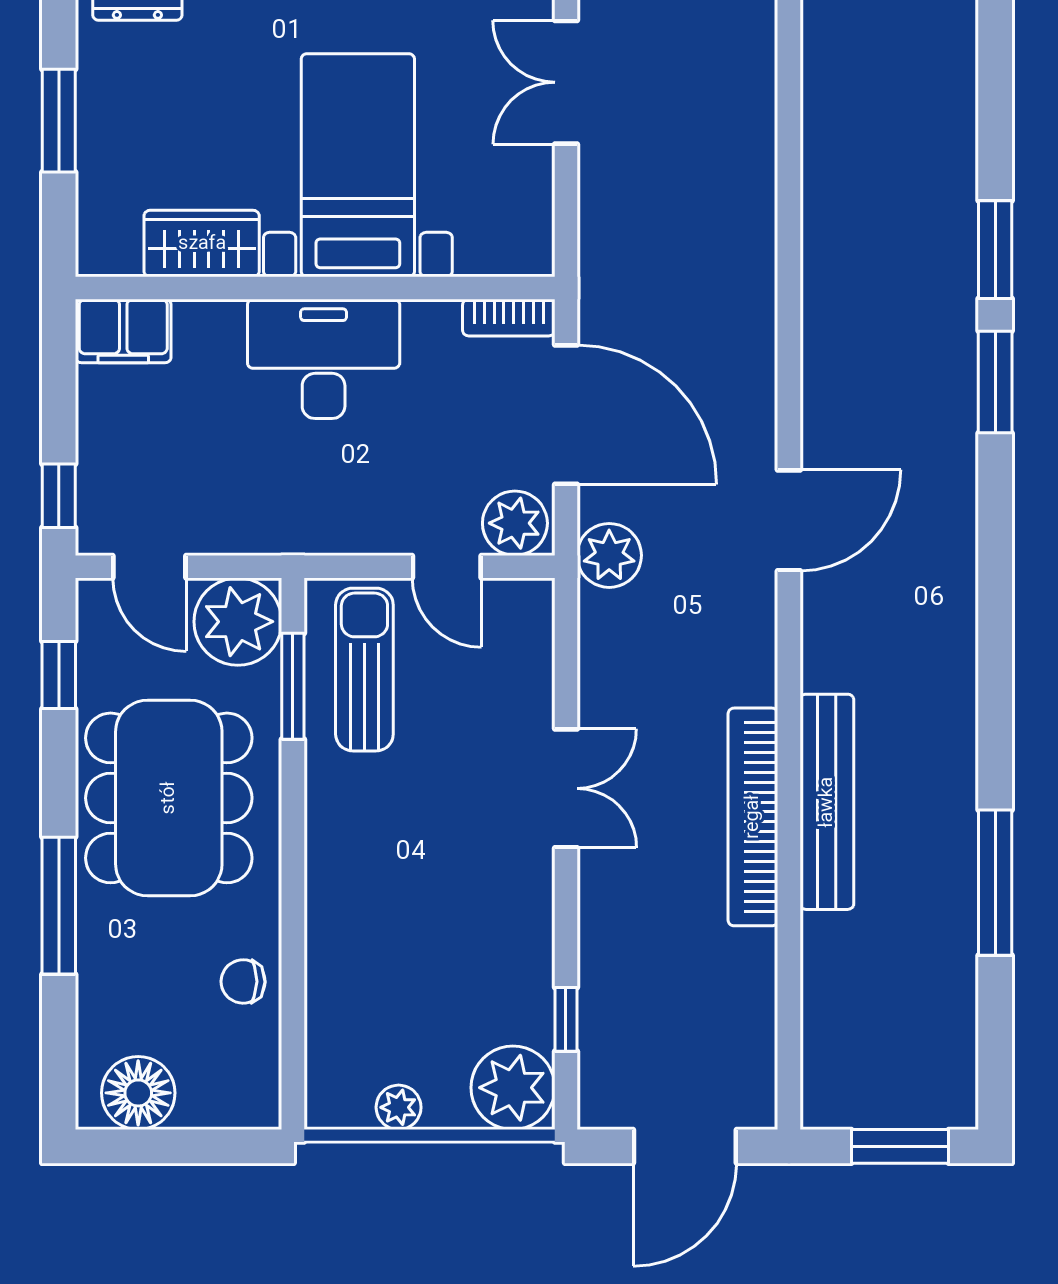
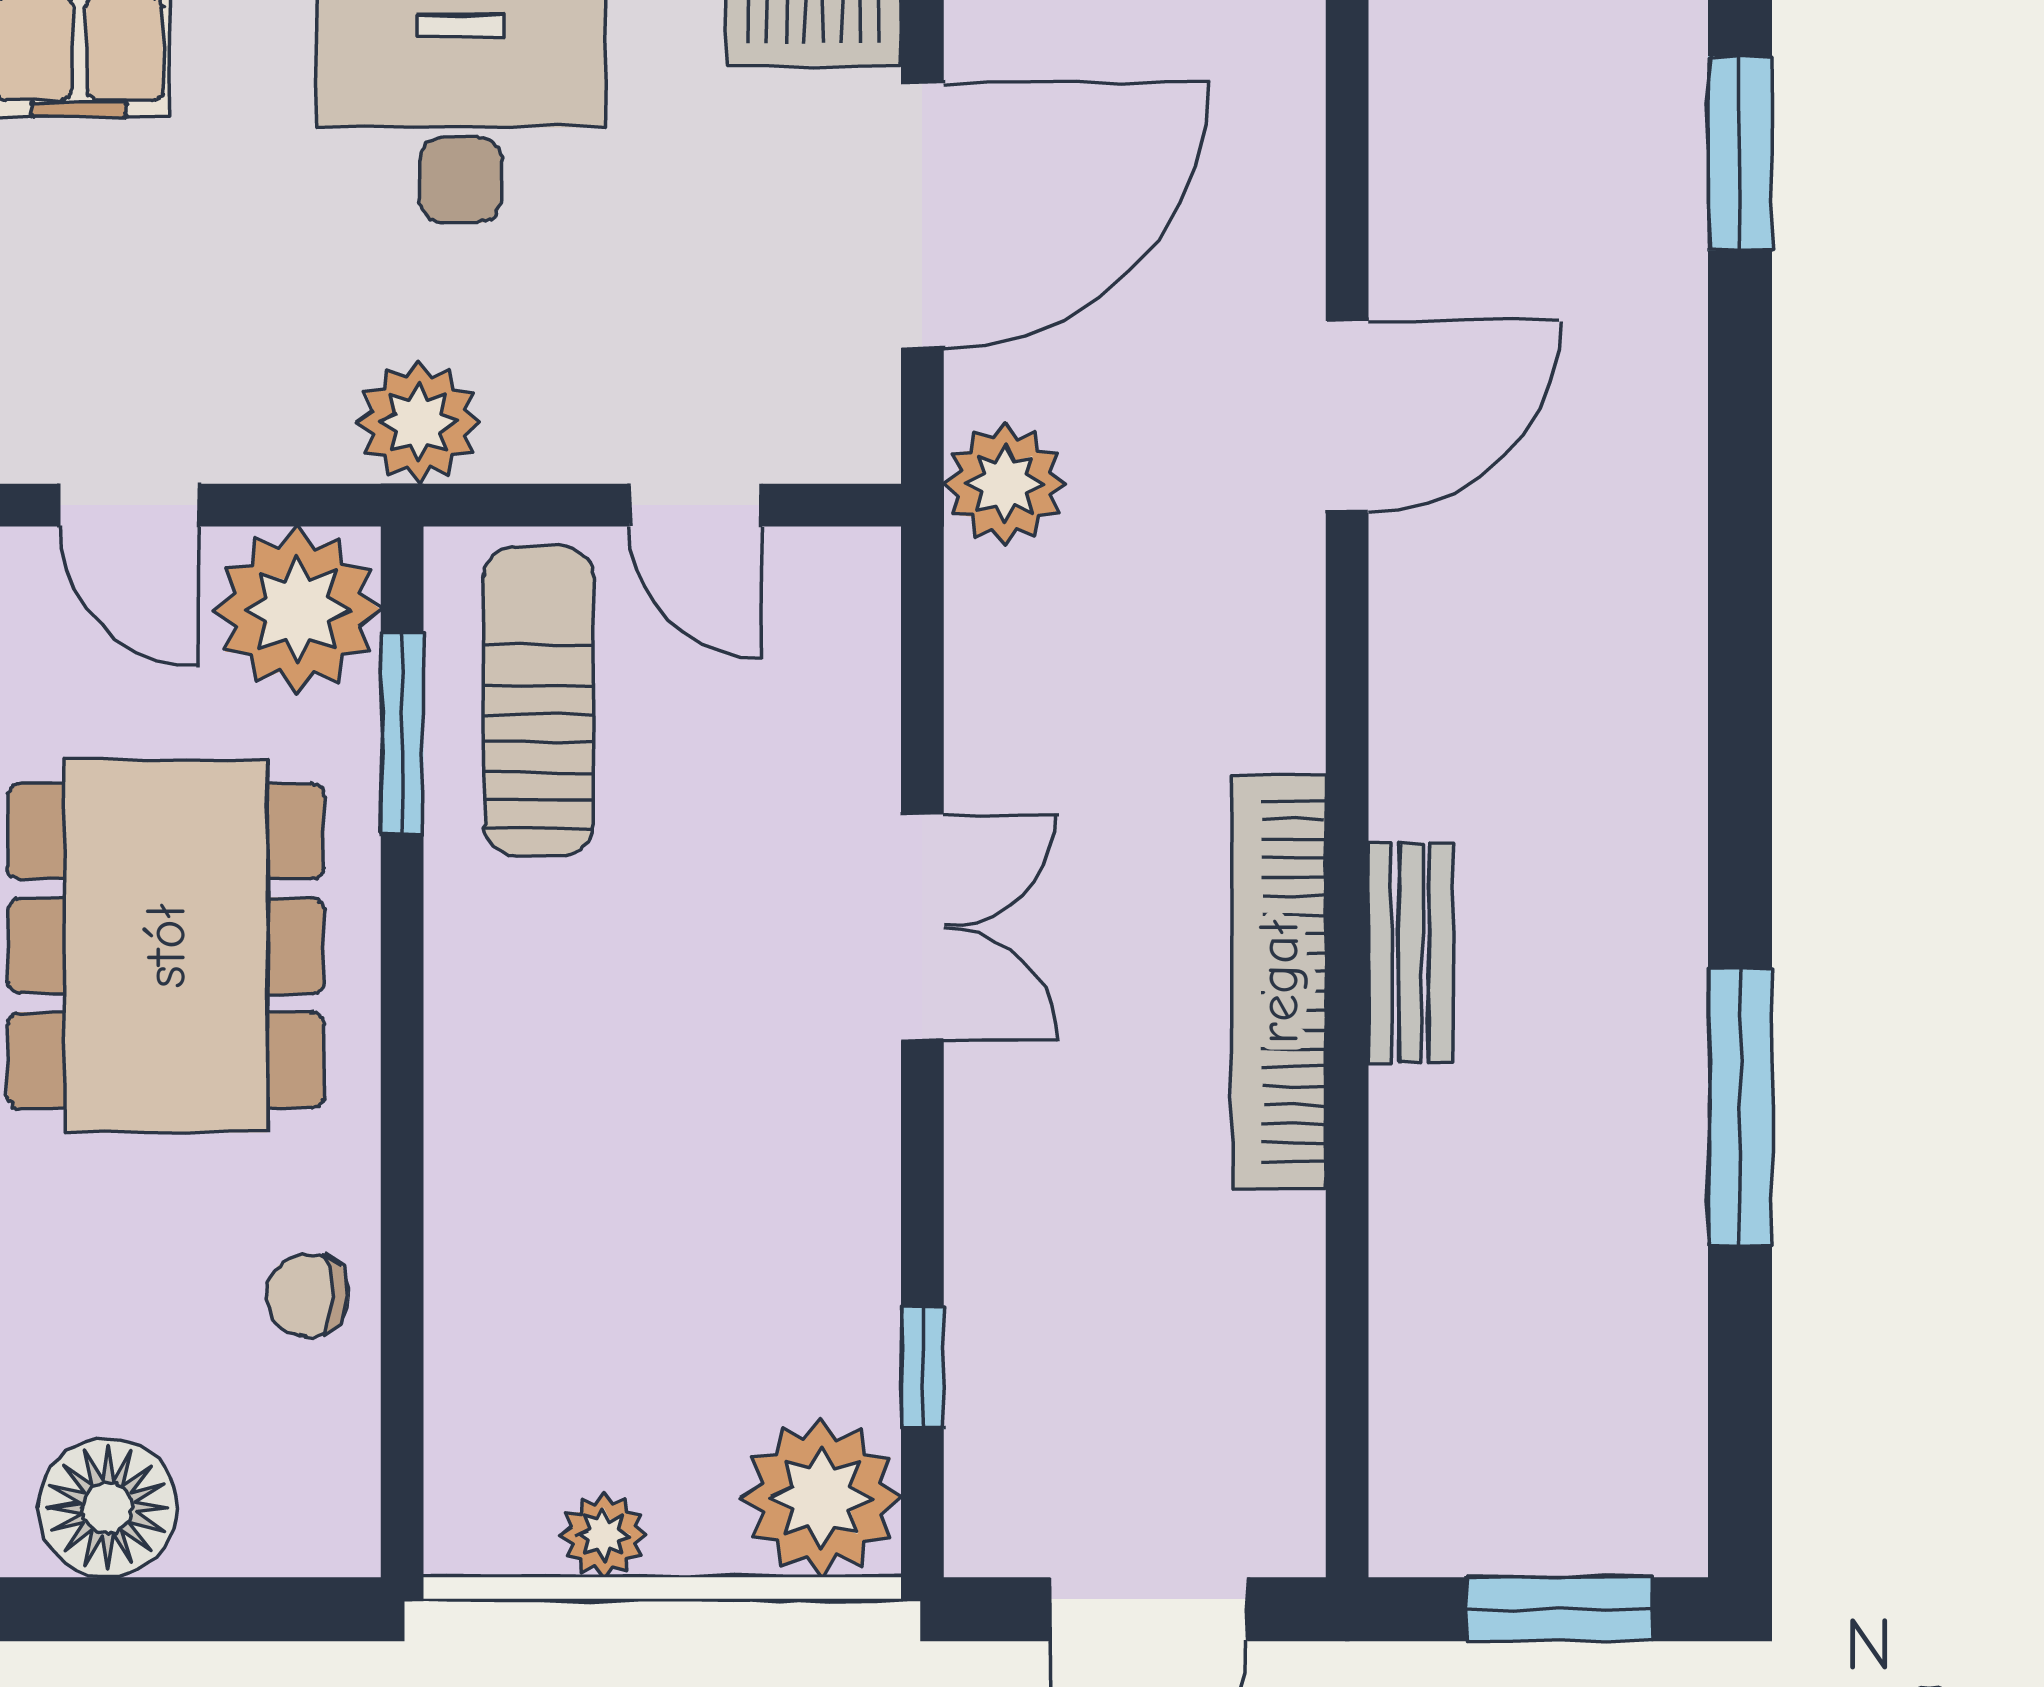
door: (566, 415) -> (922, 215), hinge flipped
plant: (515, 523) -> (419, 422), moved
bench: (827, 802) -> (1410, 953), width x0.54, depth x0.82

